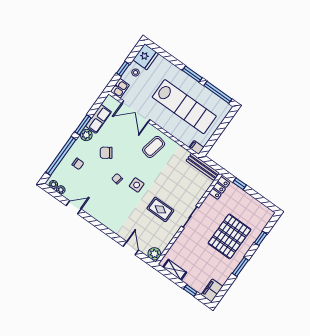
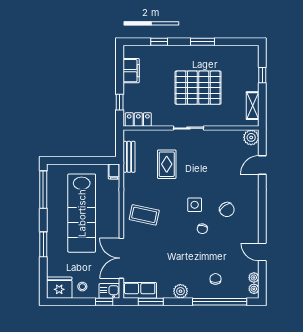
window: (123, 69) -> (104, 302), moved
window: (192, 74) -> (43, 244), moved
lab bench: (184, 107) -> (82, 213), turned 180
double door: (136, 112) -> (121, 258), swing flipped
row of seats: (99, 119) -> (140, 290), moved
window: (83, 125) -> (151, 302), moved
chair: (106, 153) -> (227, 210), moved
bench: (203, 167) -> (129, 157), width x0.73
rug: (160, 209) -> (167, 164), moved
pallet: (229, 236) -> (198, 88), moved
filing cabinet: (212, 291) -> (131, 71), moved, turned -90

